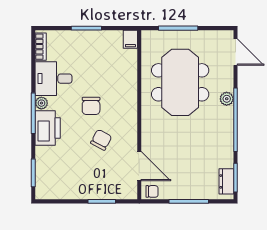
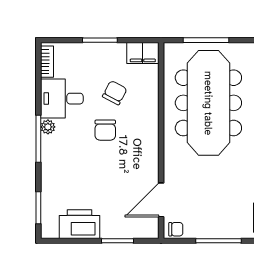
filing cabinet: (130, 39) -> (143, 53), width x2.00
meeting table: (180, 82) -> (208, 103), width x1.36
printer: (48, 128) -> (80, 224), moved, turned -90
chair: (101, 140) -> (115, 93), moved
door: (139, 166) -> (161, 200), swing flipped

